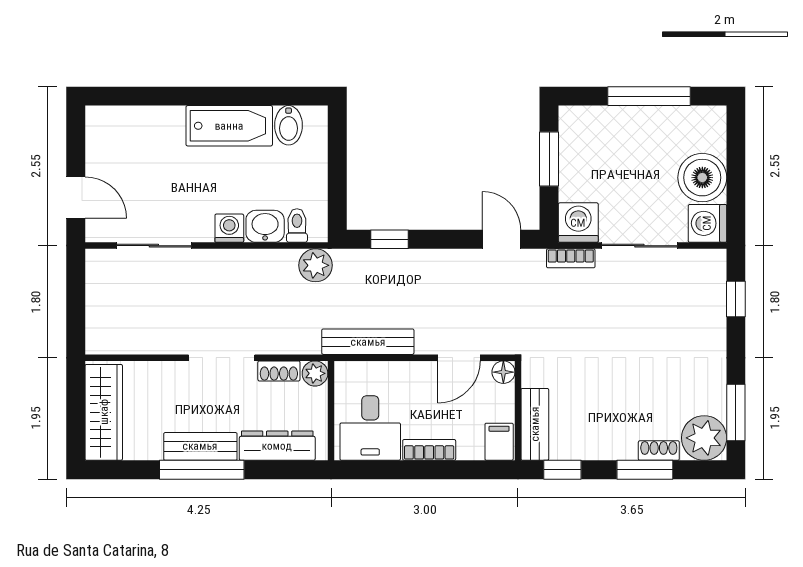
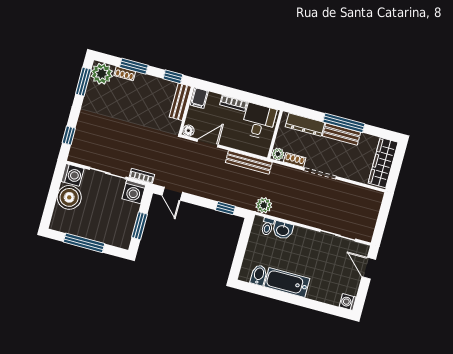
washing machine: (229, 228) -> (348, 302), moved, turned 90

